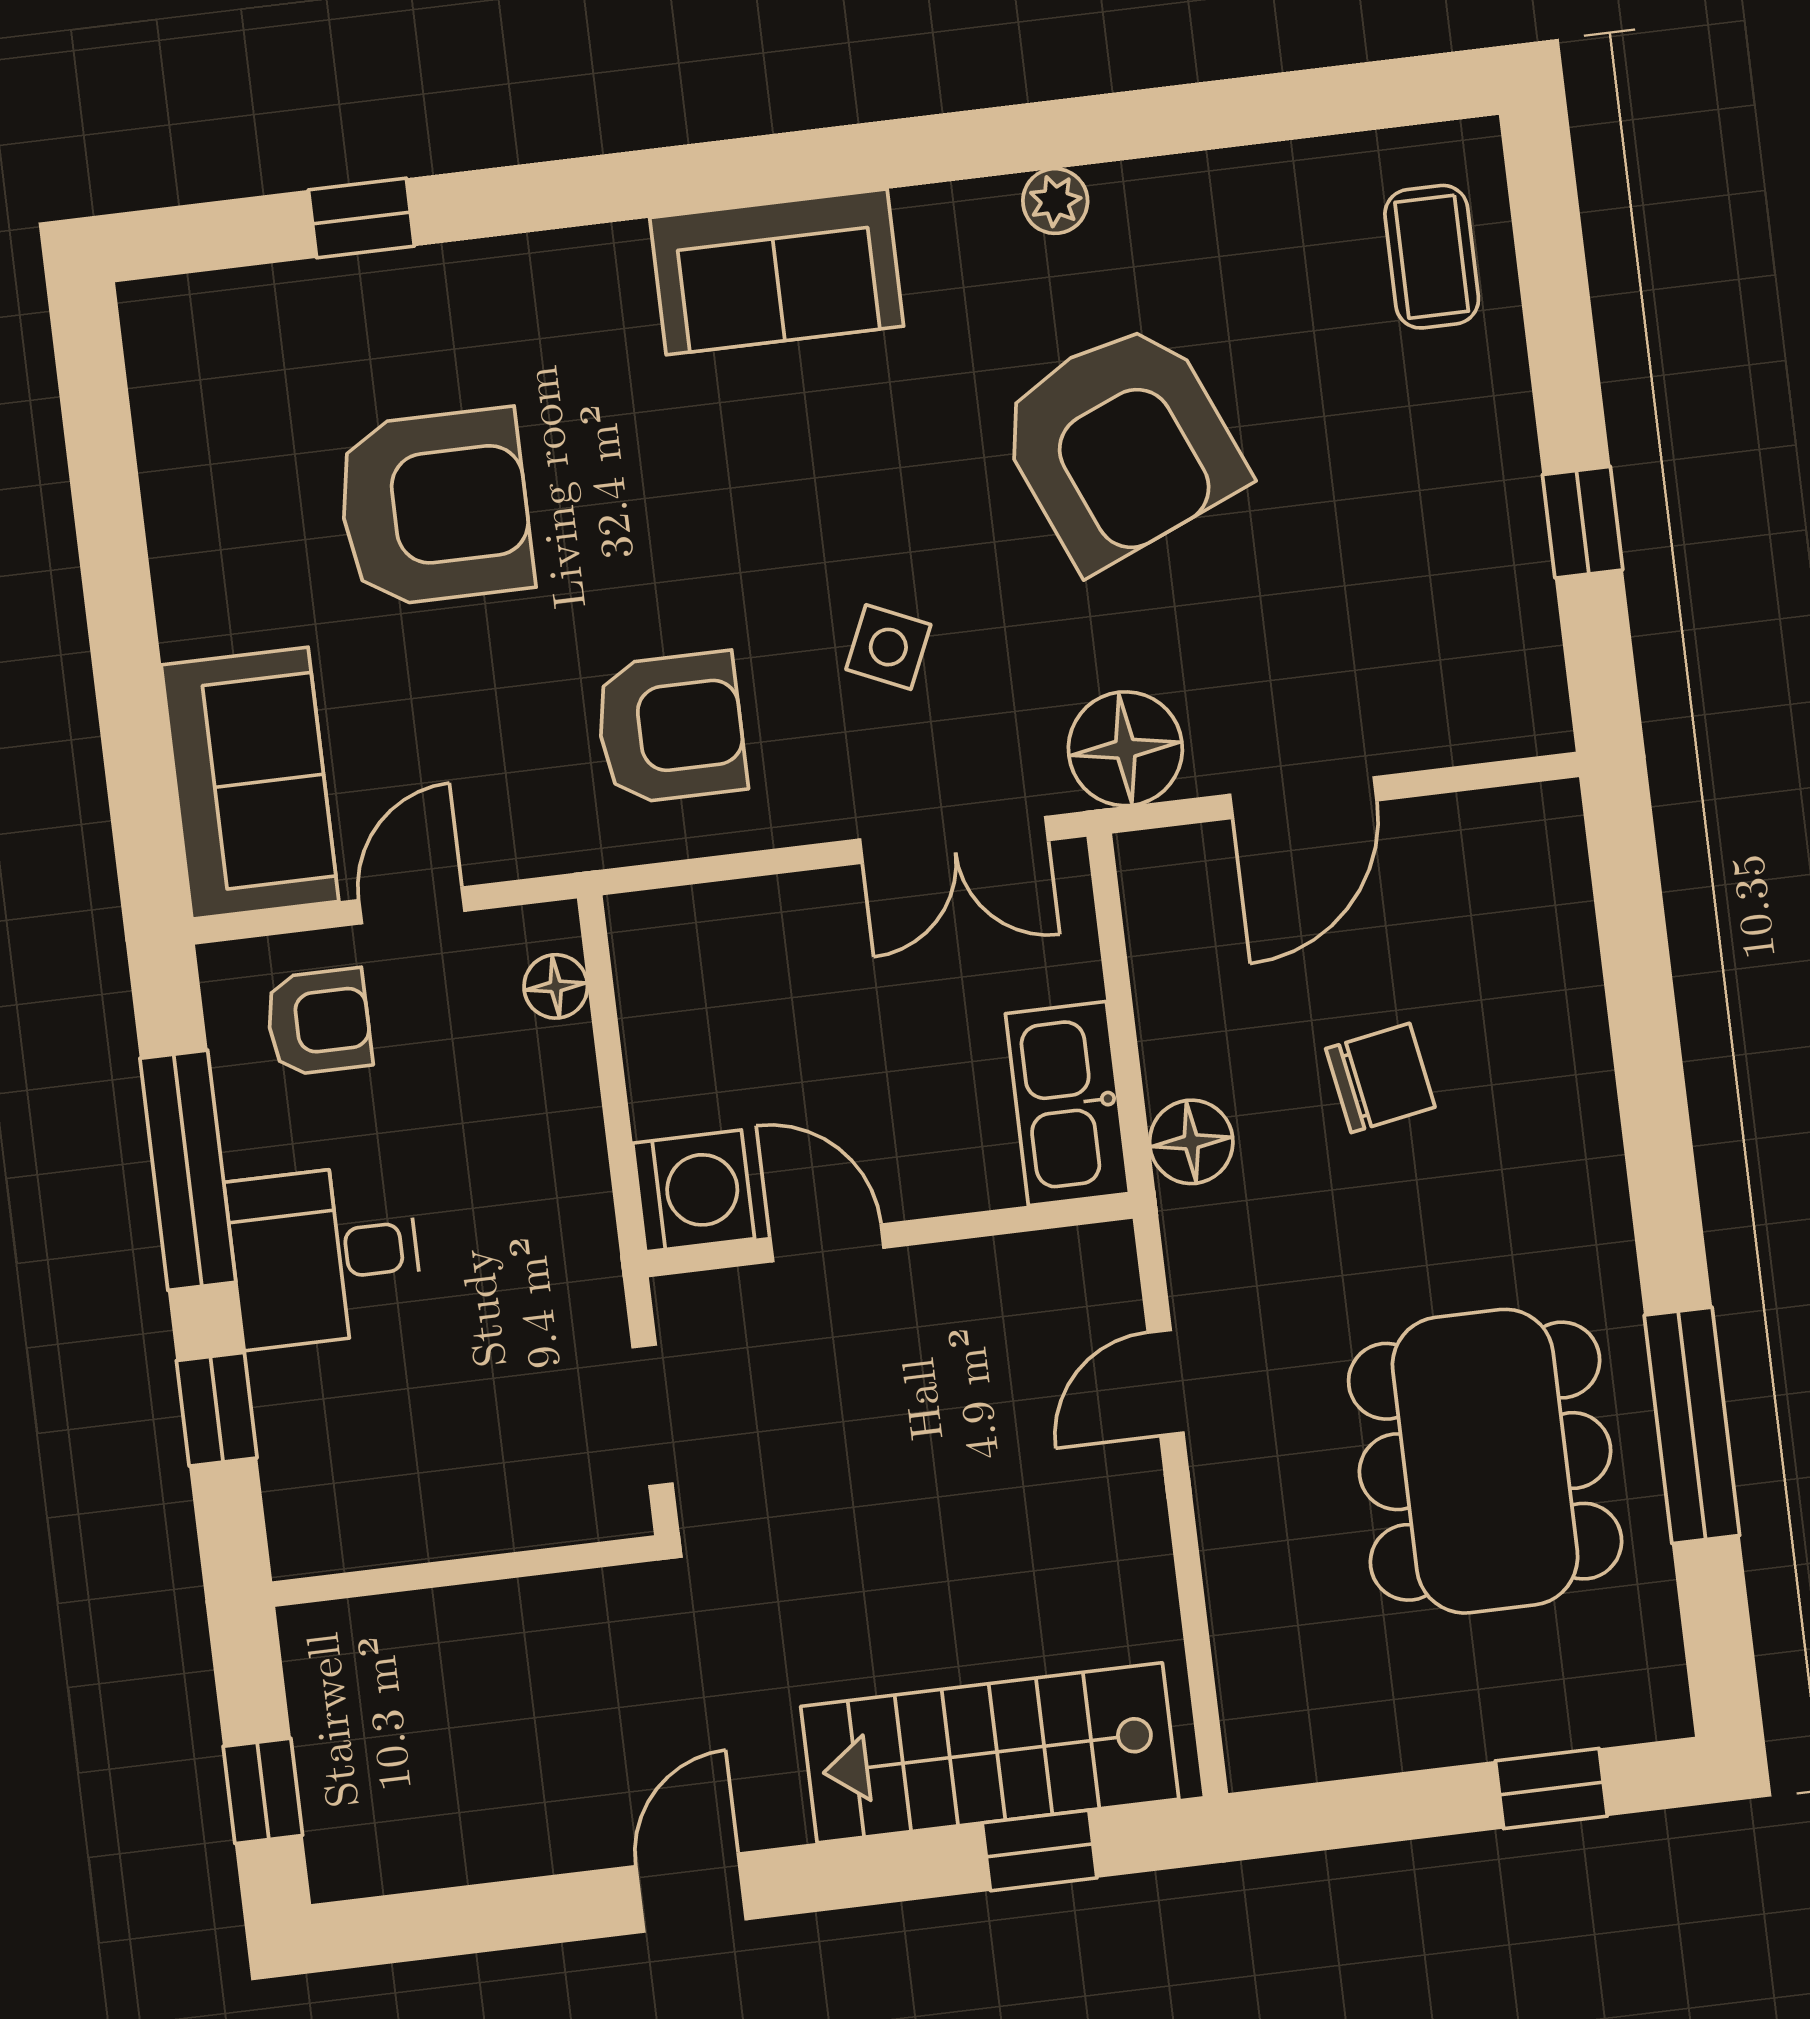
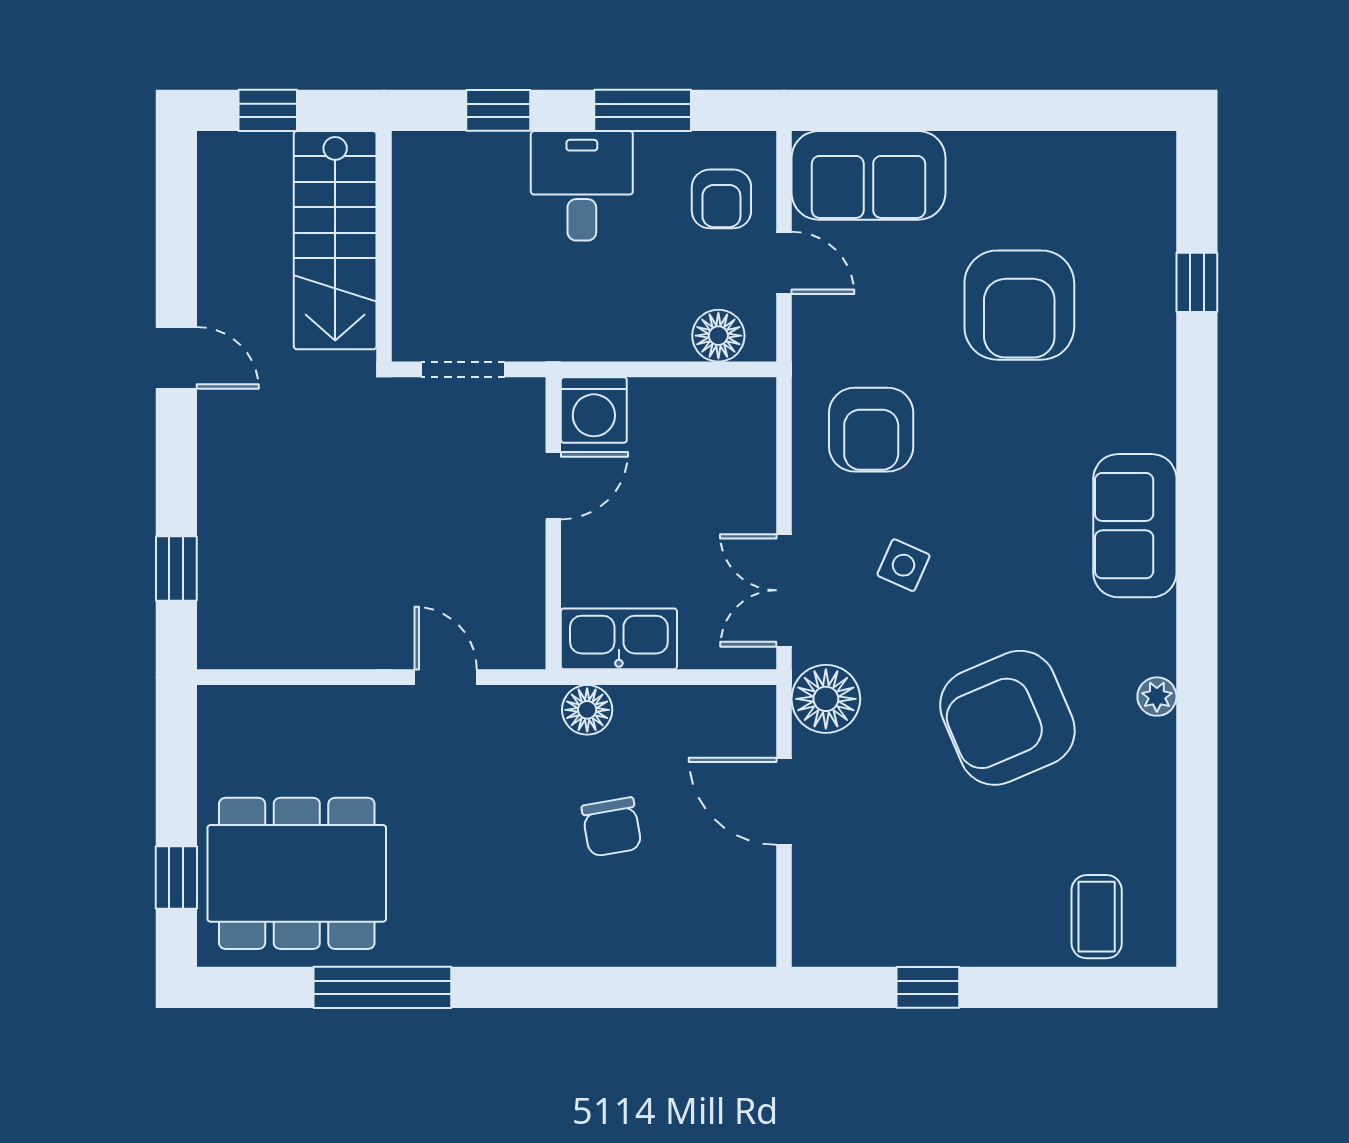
coffee table: (1432, 257) -> (1097, 917), turned 90
floor lamp: (556, 986) -> (718, 336), width x1.37, depth x1.37
window: (188, 1170) -> (643, 110), width x0.69
dining table: (1485, 1461) -> (297, 873), moved
stairs: (990, 1753) -> (335, 240), moved, turned 180

